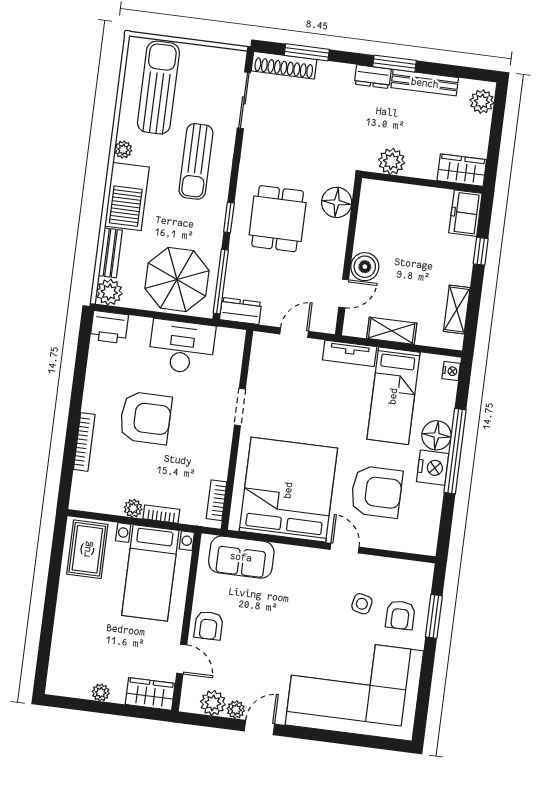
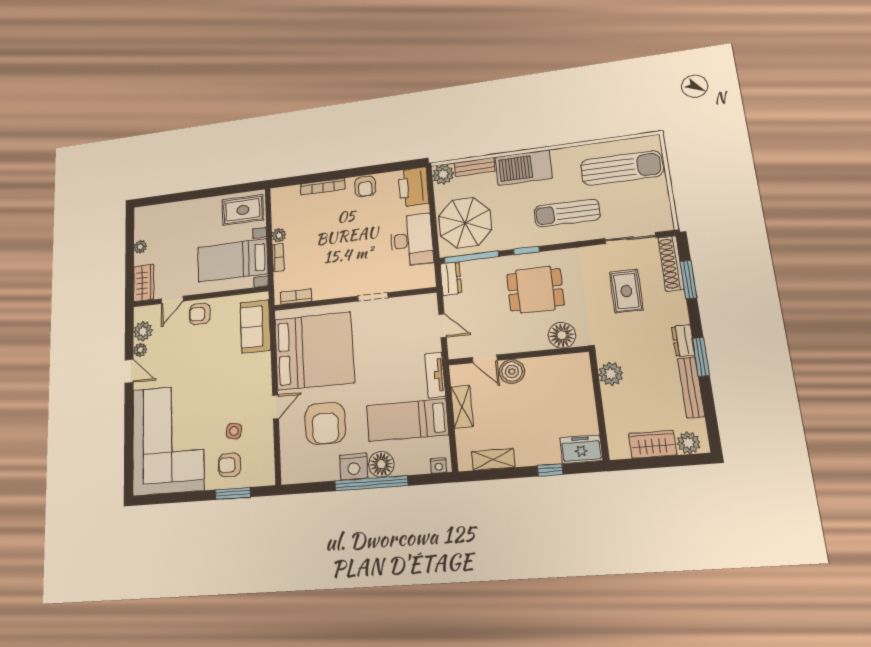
rug: (304, 121) -> (626, 291), added
plant: (123, 150) -> (562, 155), removed
wardrobe: (462, 170) -> (652, 444), moved, turned -90
printer: (109, 327) -> (413, 187), width x1.37, depth x1.19
armchair: (145, 418) -> (365, 186), moved, width x0.53, depth x0.53

